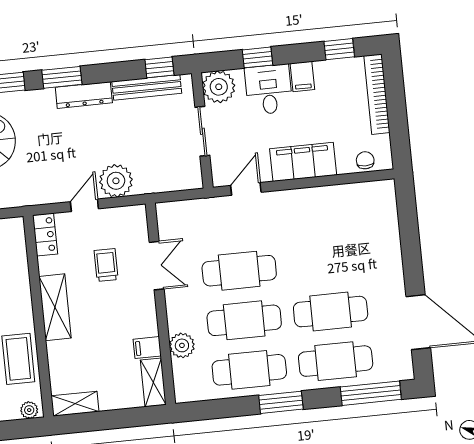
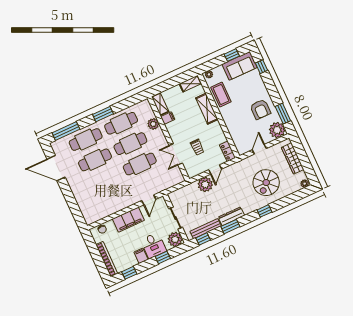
window: (62, 77) -> (230, 227), moved
shelving: (55, 307) -> (207, 109), moved

